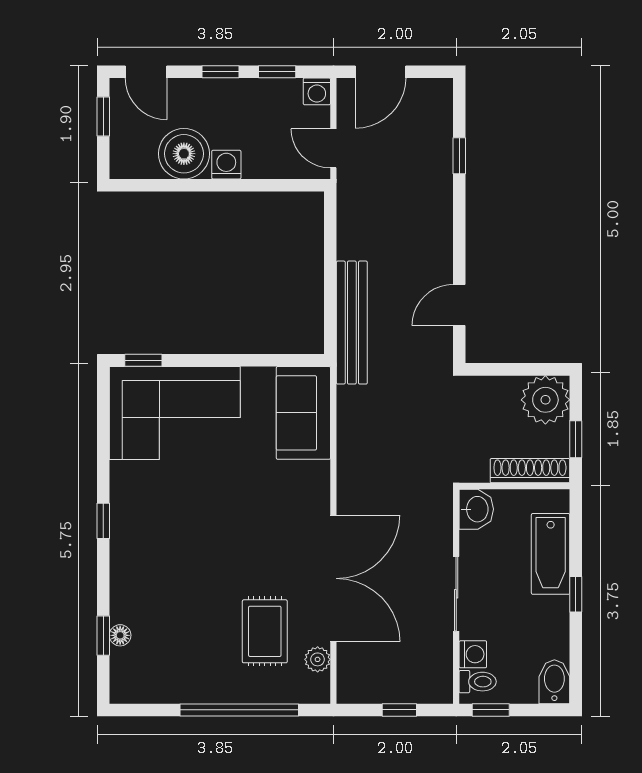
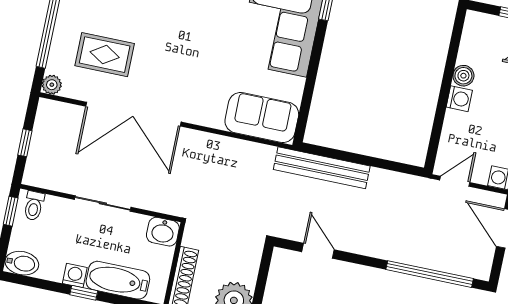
boiler: (184, 154) -> (463, 76), width x0.54, depth x0.54
window: (459, 156) -> (430, 274), width x3.17
washing machine: (473, 654) -> (75, 275), moved, turned 180
plant: (318, 659) -> (52, 85), moved

